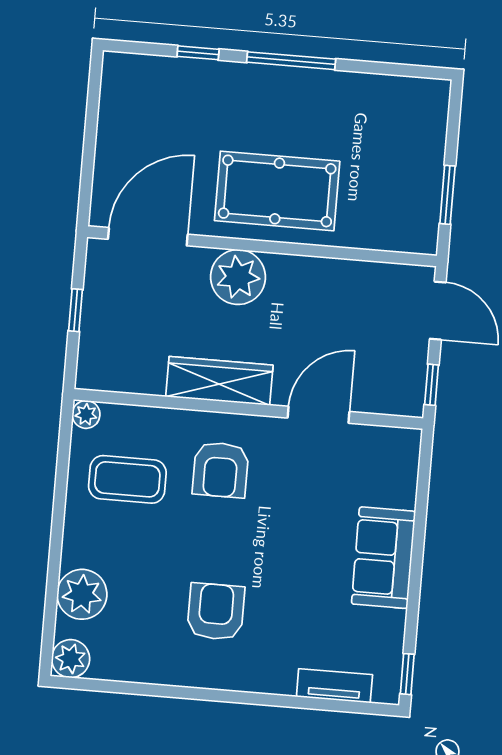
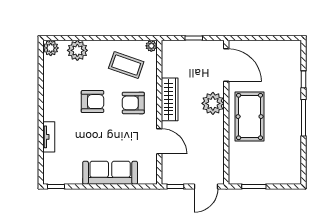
coffee table: (127, 479) -> (126, 65), turned -71
sofa: (383, 558) -> (110, 173), width x1.36
armchair: (216, 612) -> (92, 102), moved
tv unit: (334, 686) -> (49, 137), moved

